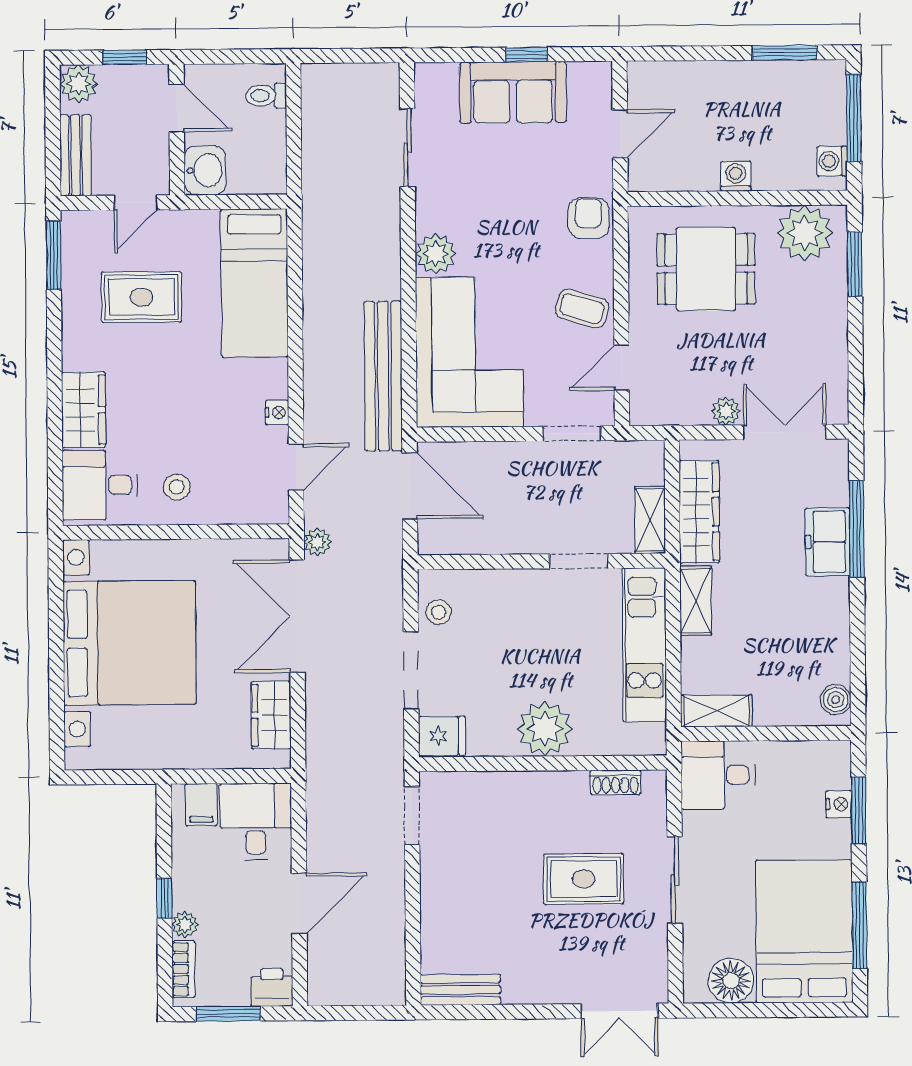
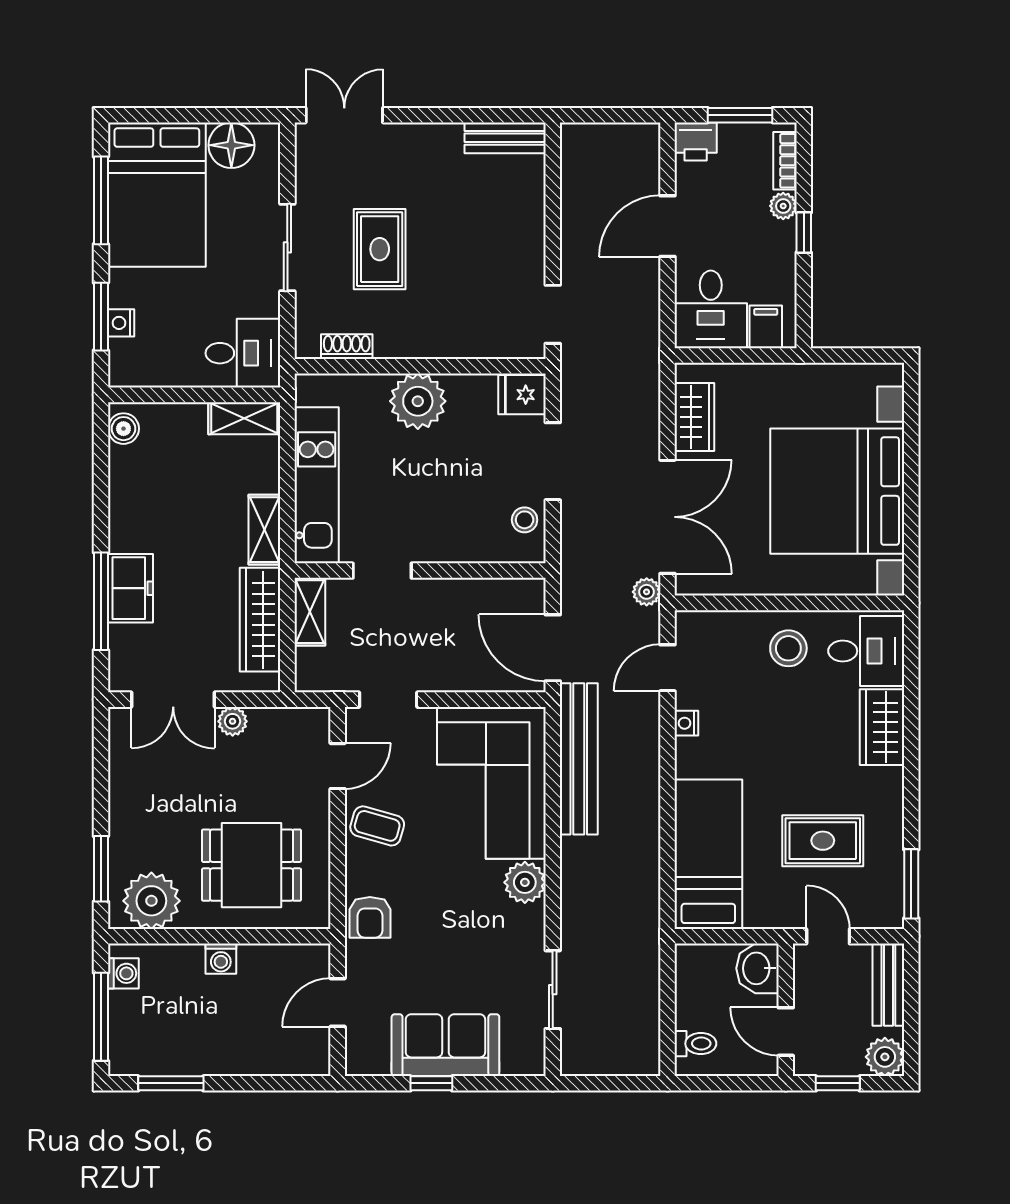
door: (136, 203) -> (828, 936), hinge flipped
stool: (177, 487) -> (788, 648), width x1.37, depth x1.37
rug: (584, 879) -> (380, 249), turned 90

